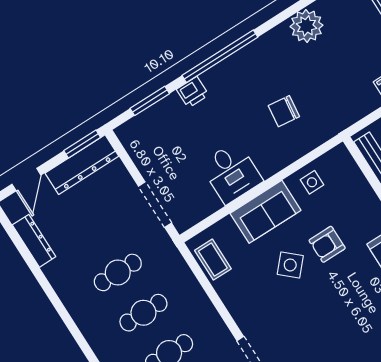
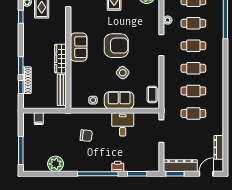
armchair: (327, 244) -> (116, 46), moved, width x1.88, depth x1.88

